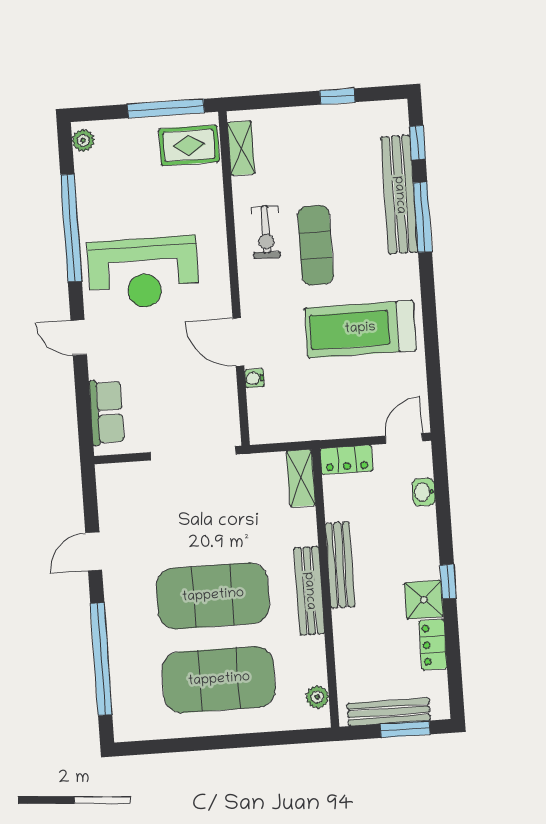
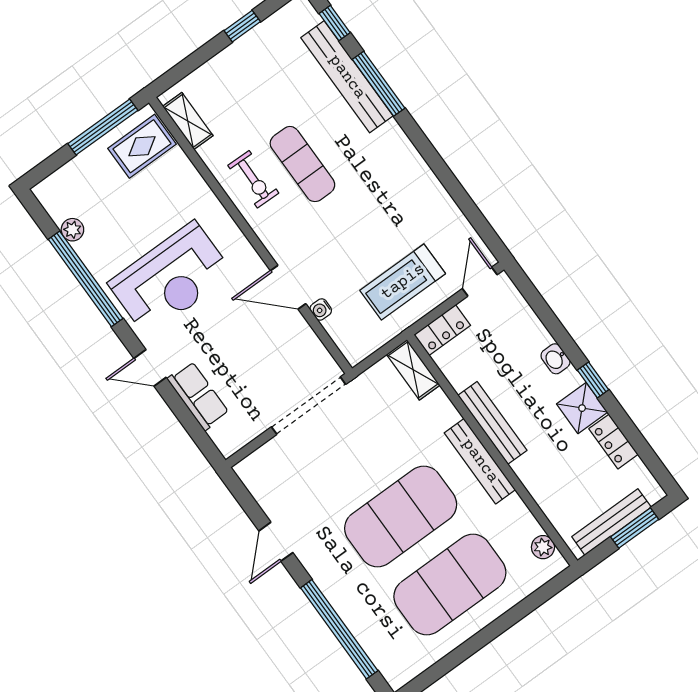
plant: (83, 140) -> (72, 230), moved
treadmill: (360, 329) -> (403, 282), moved, width x0.73, depth x0.73
row of seats: (107, 413) -> (198, 396), moved
washbasin: (424, 492) -> (555, 359), moved

